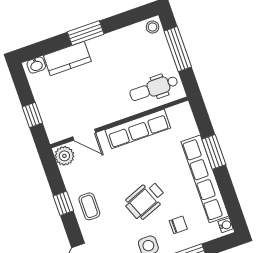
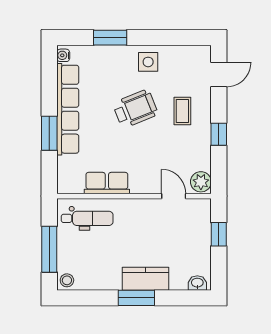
kitchen counter: (67, 58) -> (145, 279), moved
row of seats: (138, 129) -> (107, 183), width x0.68
coffee table: (89, 206) -> (182, 111), moved
chair: (178, 225) -> (111, 72), removed

